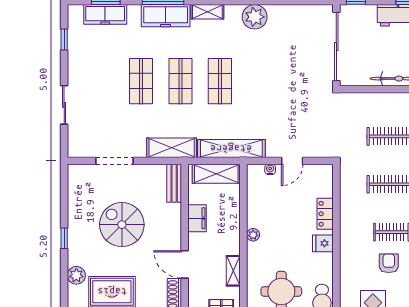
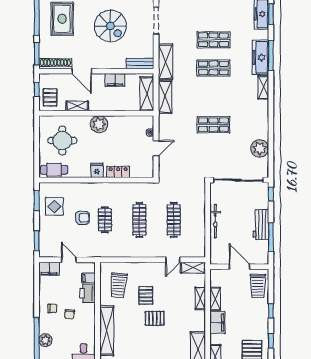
plant: (255, 17) -> (260, 148), moved
shop shelf: (220, 81) -> (213, 125), moved
shelving: (231, 149) -> (165, 97), width x0.68
door: (292, 161) -> (156, 148), swing flipped
spiral stairs: (122, 225) -> (110, 26), turned 90
plant: (253, 235) -> (99, 124), width x1.88, depth x1.88
door: (185, 264) -> (82, 71), swing flipped

